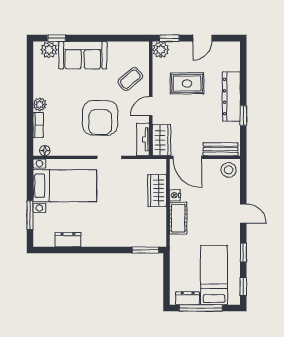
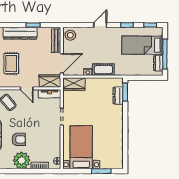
plant: (40, 104) -> (22, 160), width x1.87, depth x1.87
armchair: (100, 118) -> (19, 139), moved, width x0.53, depth x0.53
wardrobe: (157, 191) -> (74, 84), moved
dresser: (68, 240) -> (118, 96), moved

